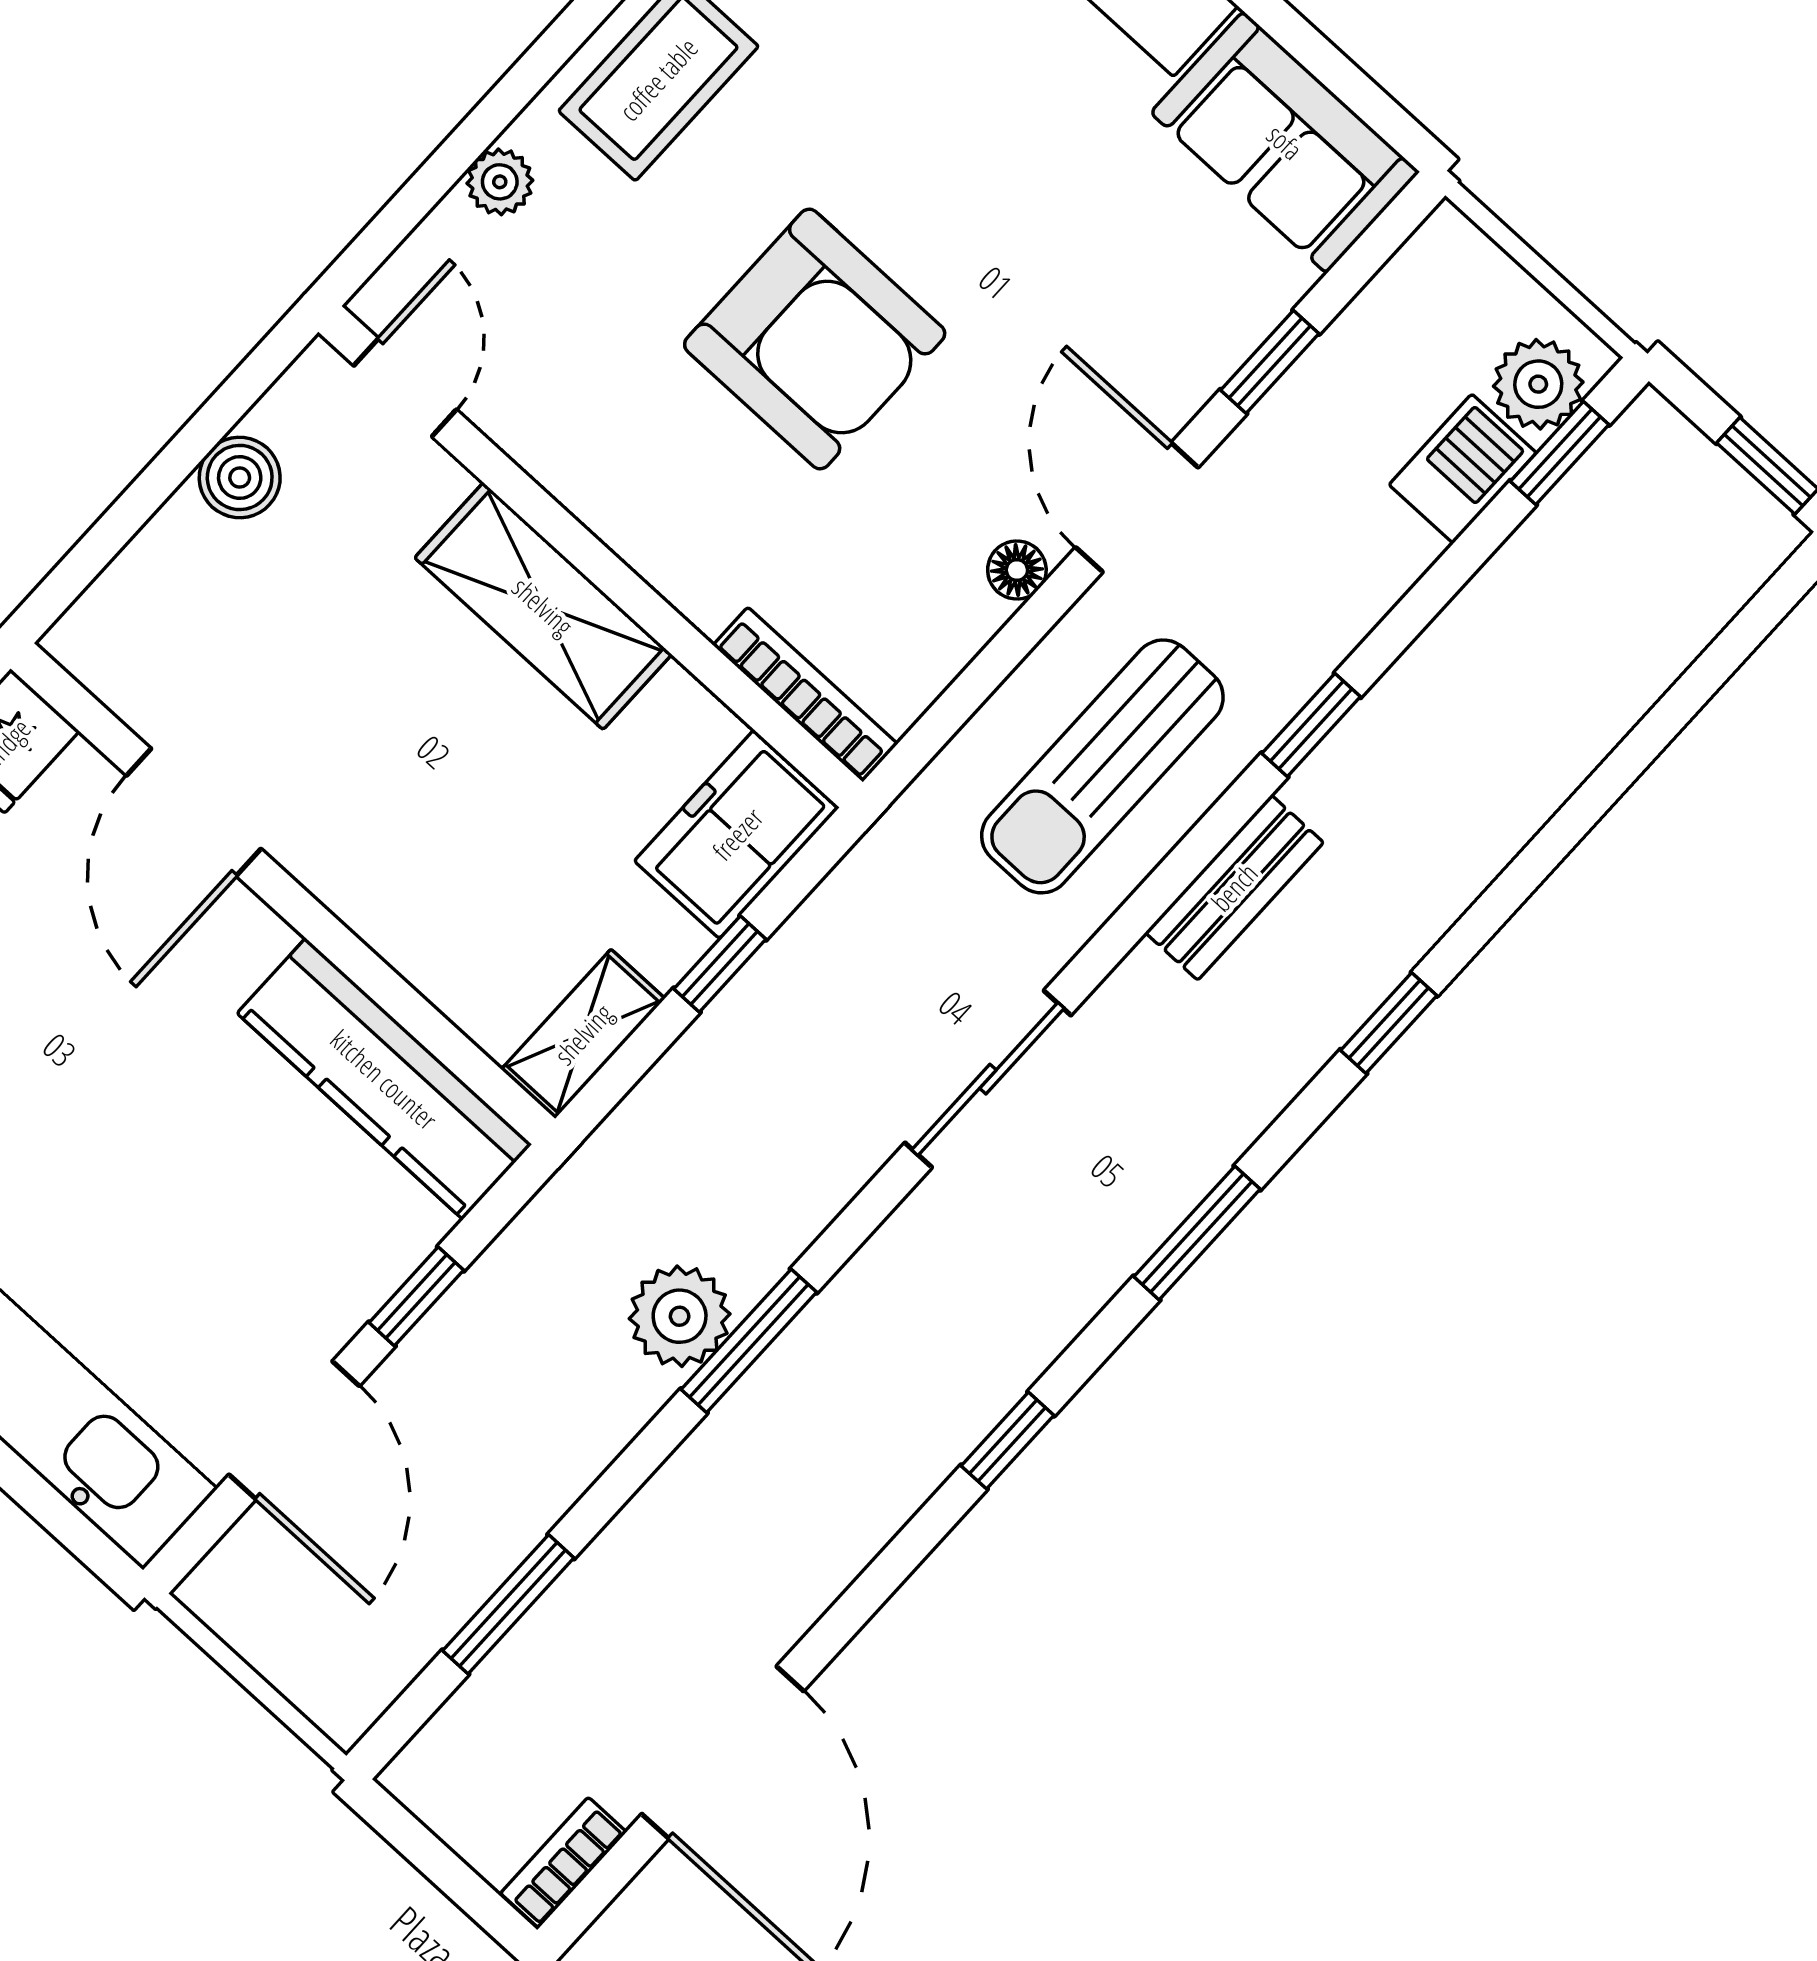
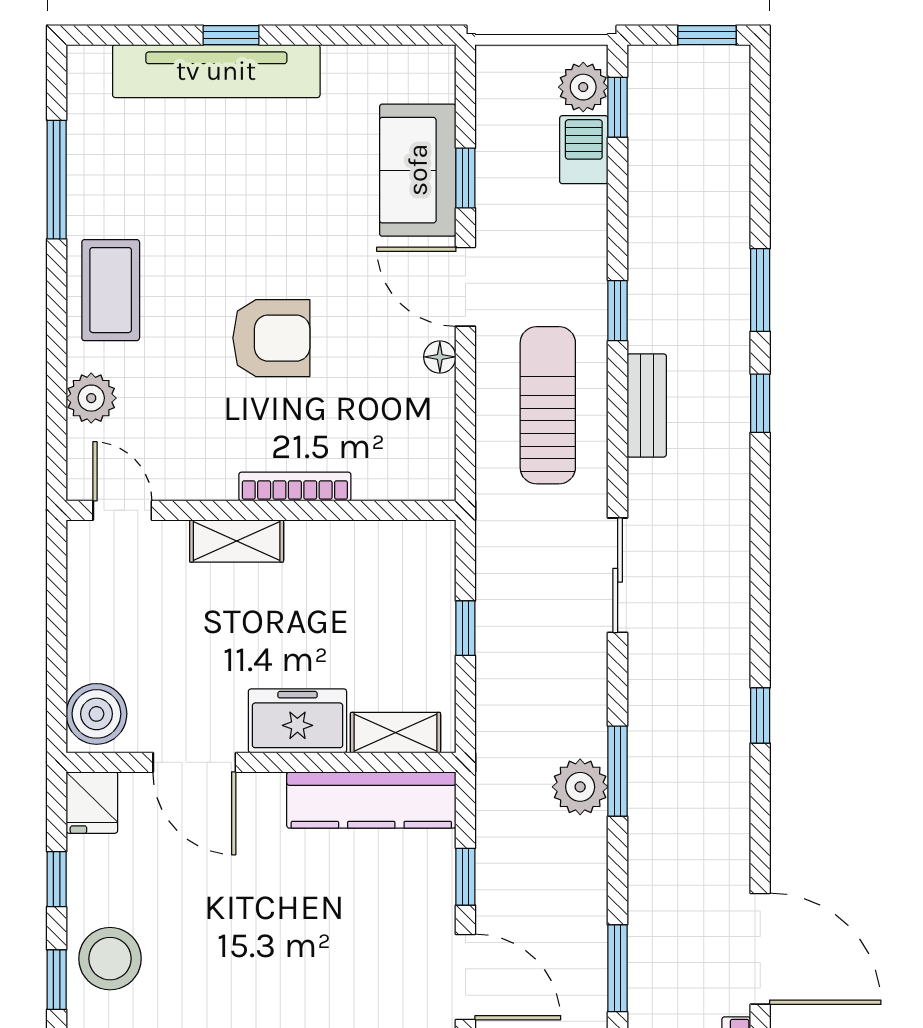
sofa: (1285, 142) -> (418, 170), moved, turned 90
plant: (500, 182) -> (91, 398), width x1.38, depth x1.38
armchair: (815, 339) -> (271, 338), width x0.73, depth x0.73
boiler: (240, 477) -> (96, 714), moved, width x1.36, depth x1.36
shelving: (543, 606) -> (237, 541), width x0.67, depth x0.75
bookcase: (805, 694) -> (295, 487), moved
sun lounger: (1102, 766) -> (548, 405), turned 180
freezer: (737, 834) -> (297, 721), moved, turned 90
shelving: (583, 1034) -> (395, 733), moved, turned 90
window: (1197, 1233) -> (760, 290), moved

